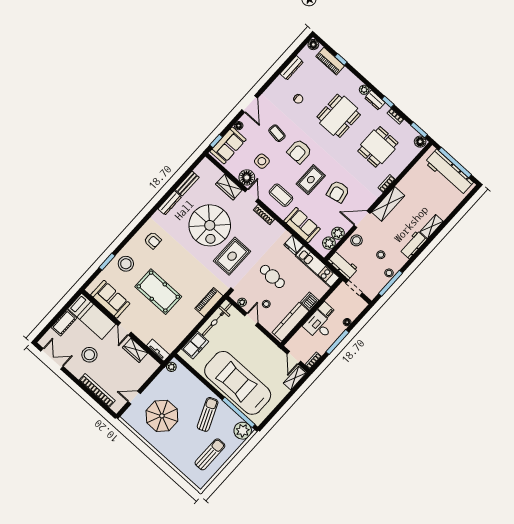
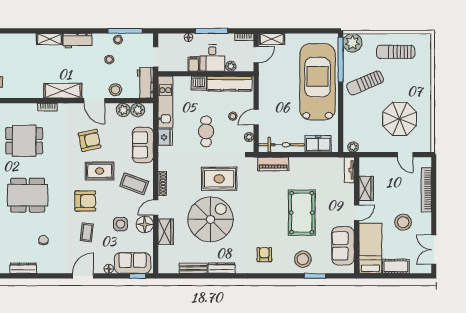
coffee table: (281, 195) -> (134, 184), turned -70
plant: (302, 333) -> (231, 66), added
car: (238, 383) -> (318, 82), turned 180

